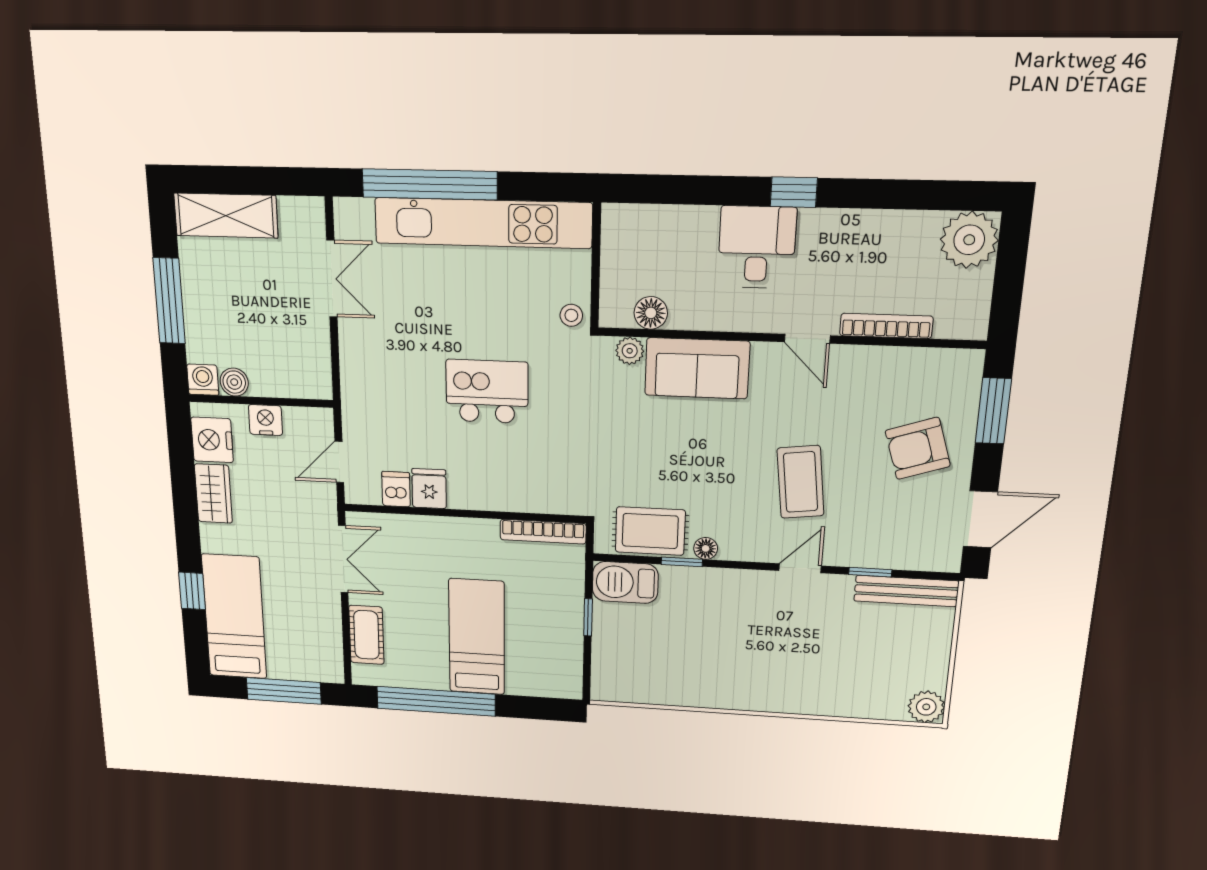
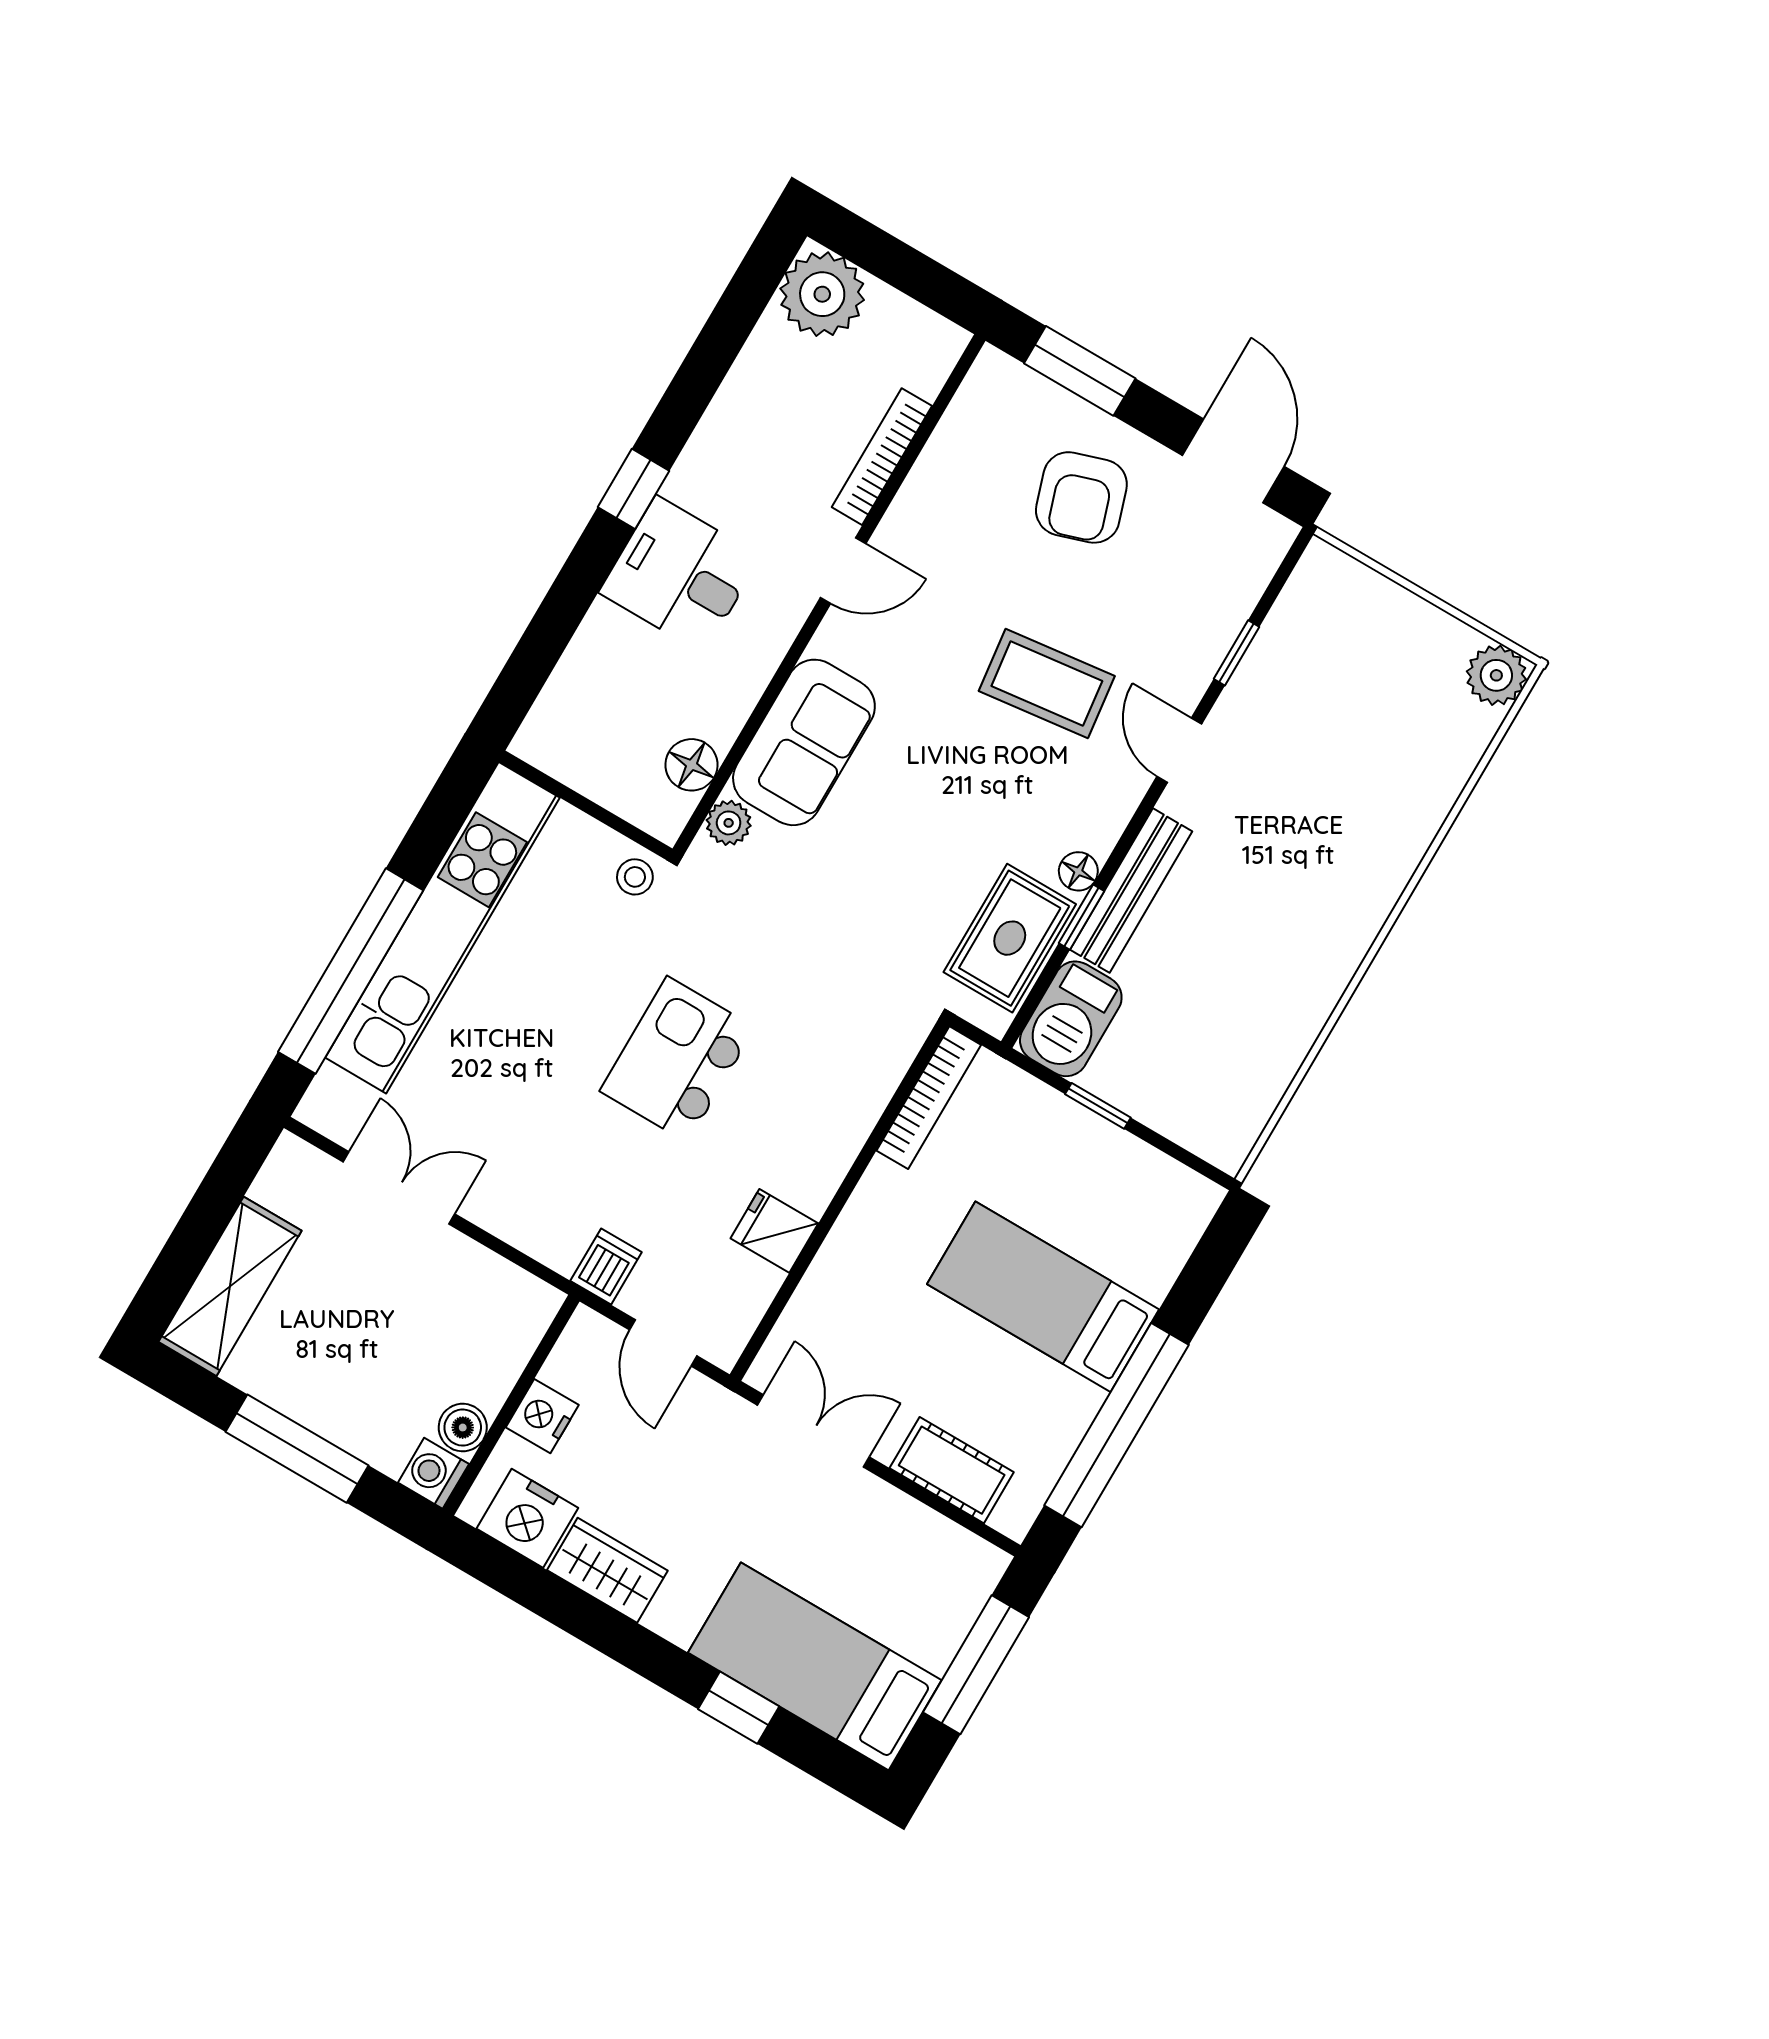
dishwasher: (396, 489) -> (606, 1267), moved, turned 90
bench: (906, 591) -> (1131, 891), moved

